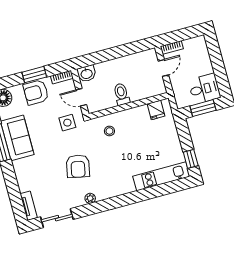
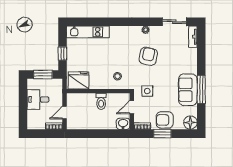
desk: (204, 89) -> (38, 100), moved
armchair: (36, 92) -> (165, 120), turned 180
door: (81, 97) -> (132, 107), swing flipped
fridge: (156, 110) -> (78, 80), width x1.88, depth x1.34
window: (191, 159) -> (62, 53), moved

